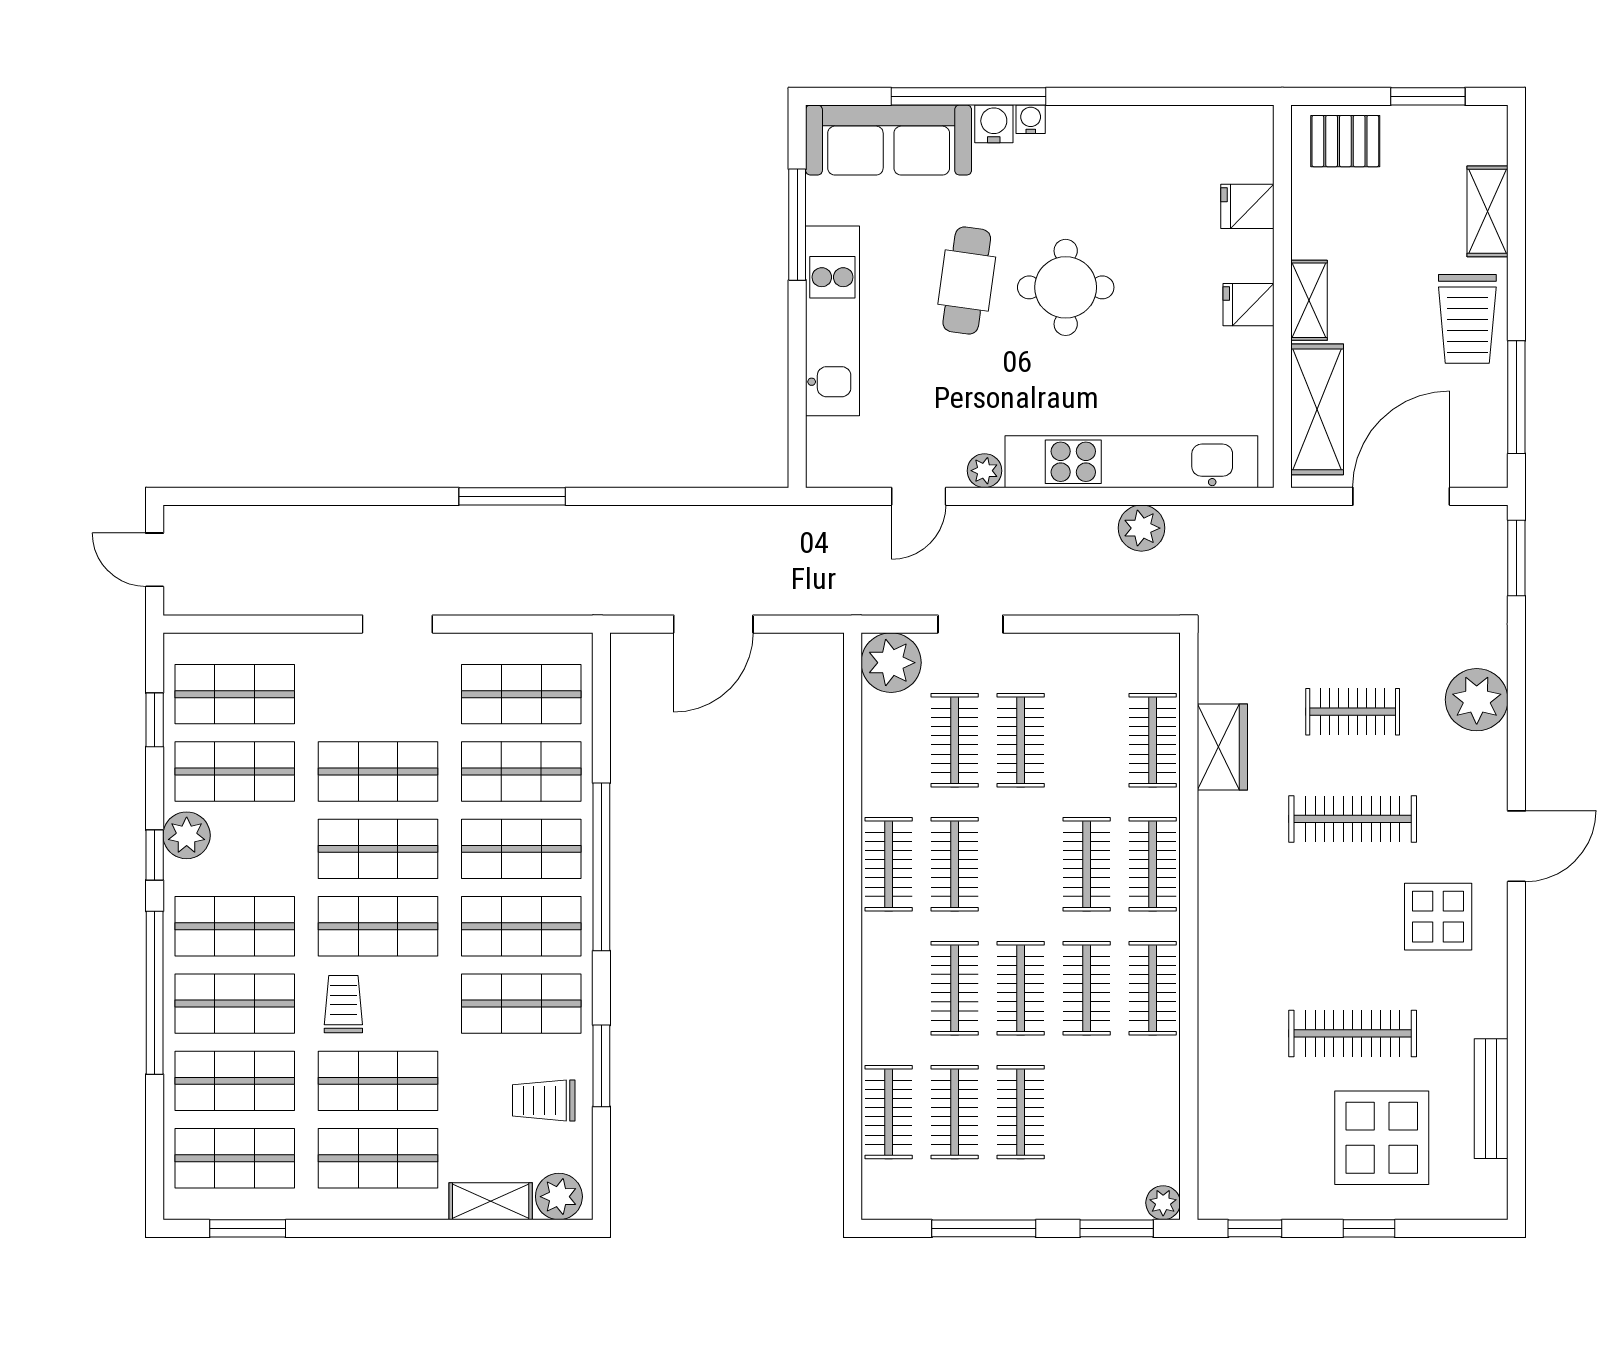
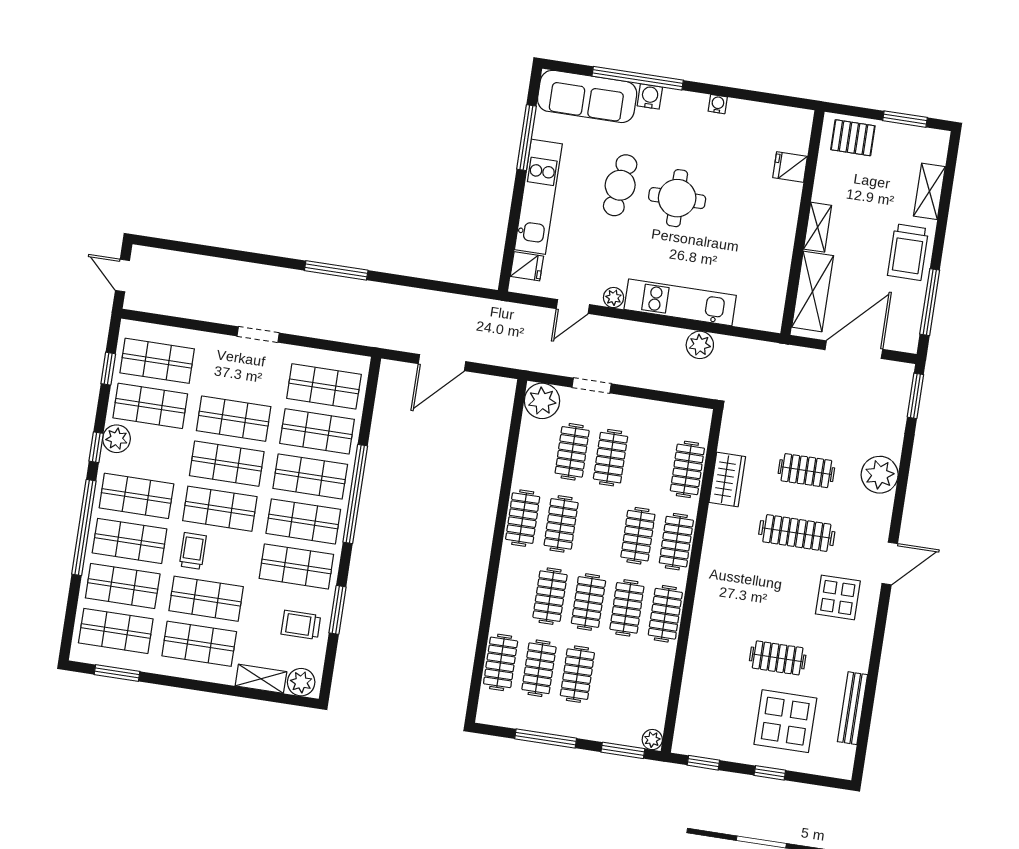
water cooler: (1031, 119) -> (718, 104), moved
fridge: (1249, 305) -> (527, 266), moved, turned 180
kitchen unit: (1131, 462) -> (680, 302), width x0.73
clothes rail: (1353, 1033) -> (778, 658), width x0.73

